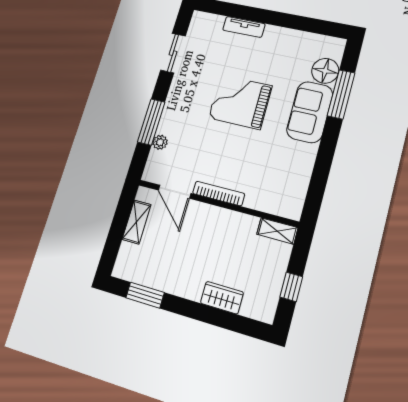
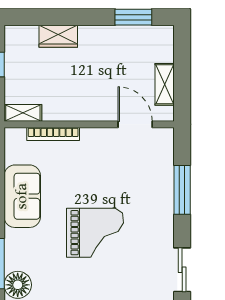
sofa: (310, 112) -> (22, 196), moved
plant: (160, 142) -> (166, 171), removed
bookcase: (219, 194) -> (53, 134), moved

